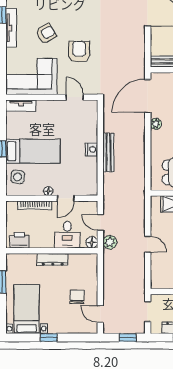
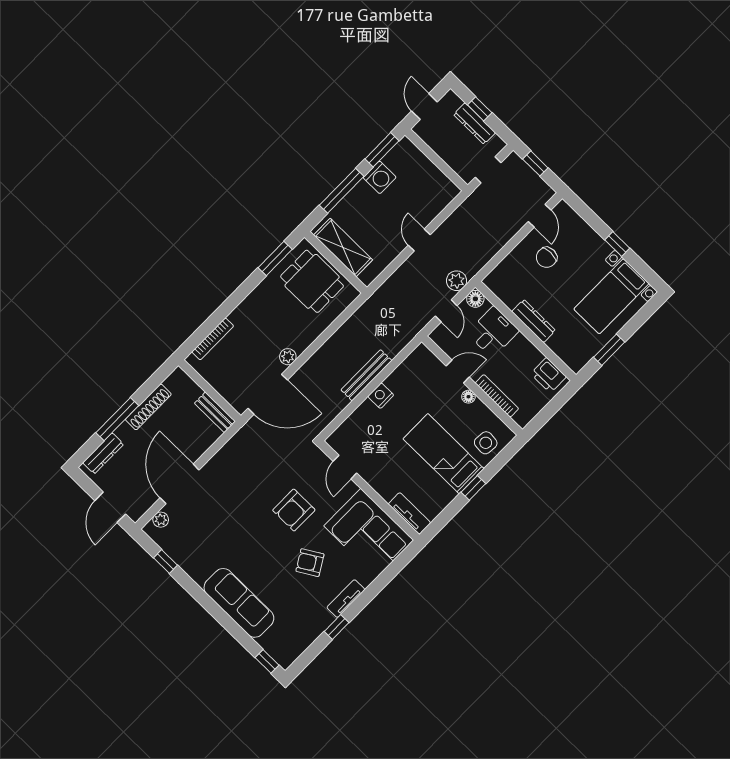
tv unit: (11, 28) -> (346, 599), width x0.71

